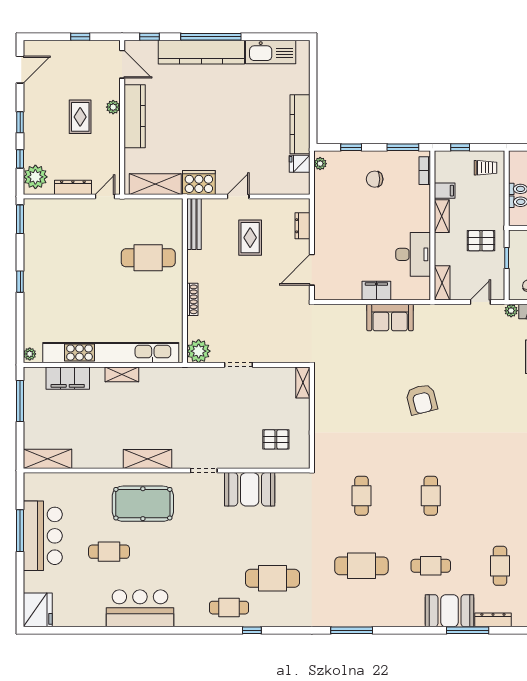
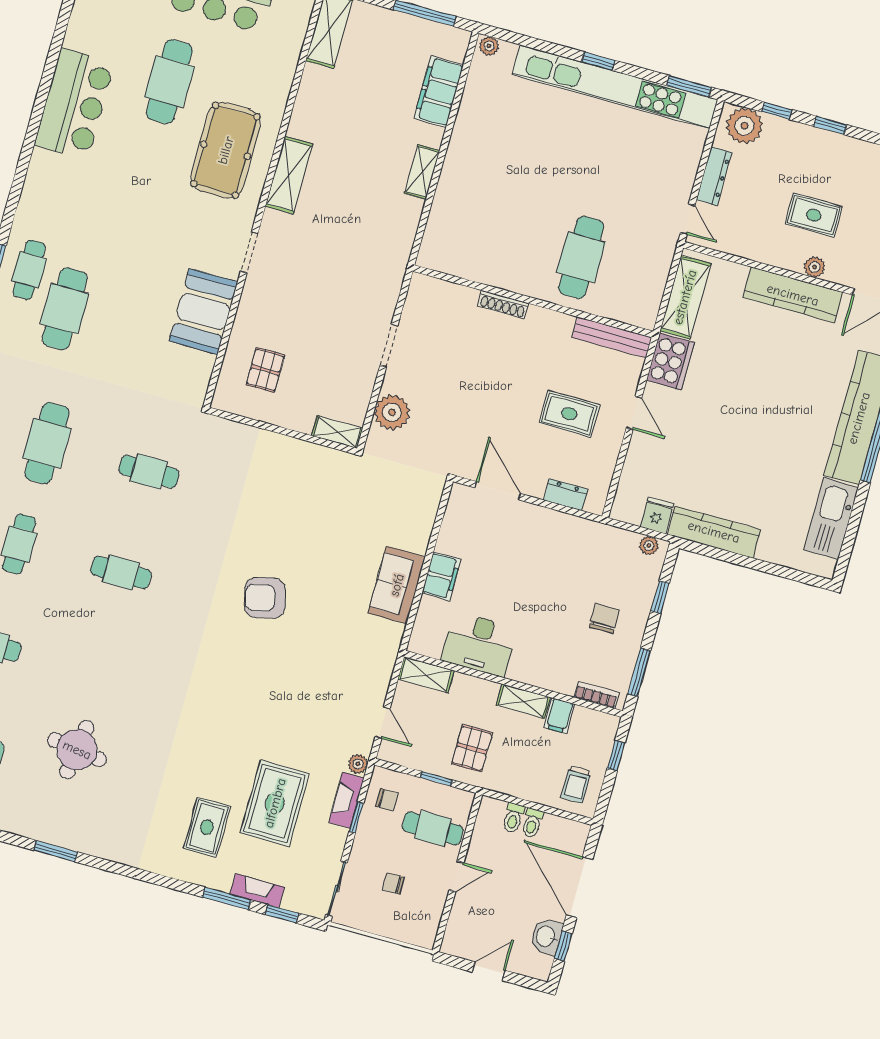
plant: (199, 351) -> (392, 412), moved
kitchen unit: (111, 353) -> (615, 87), moved, turned 90
cafe table: (109, 552) -> (169, 82), width x1.37, depth x1.35
cafe table: (229, 608) -> (29, 270), moved

